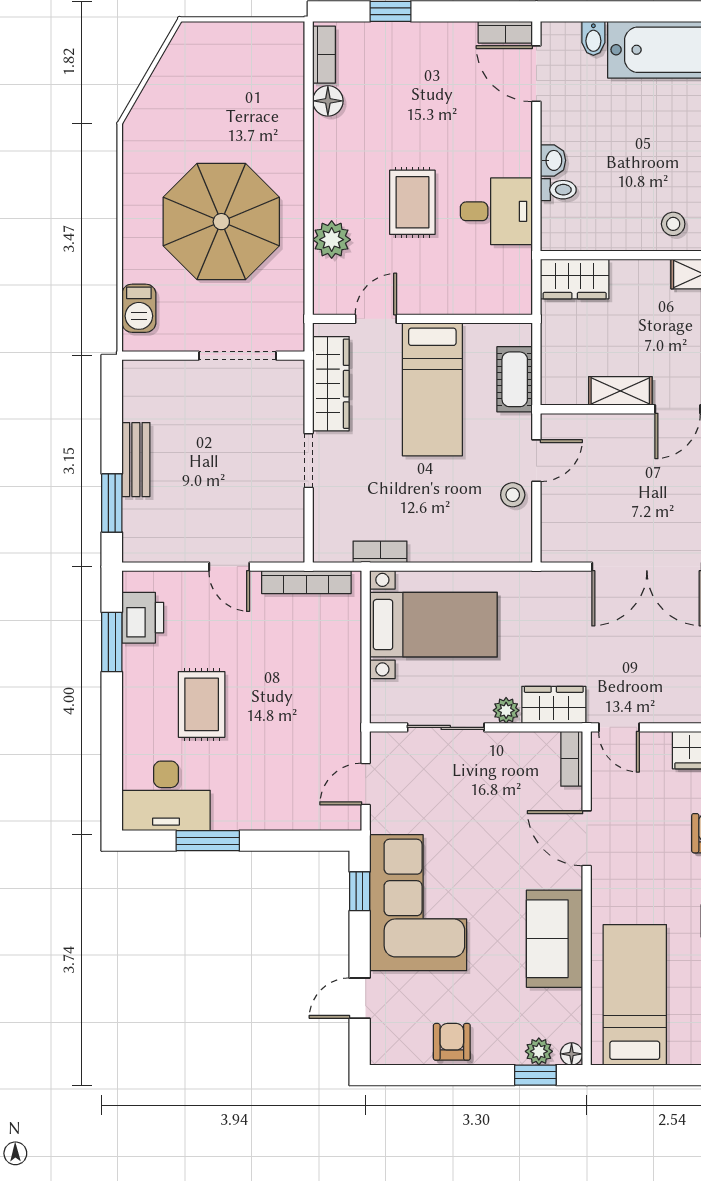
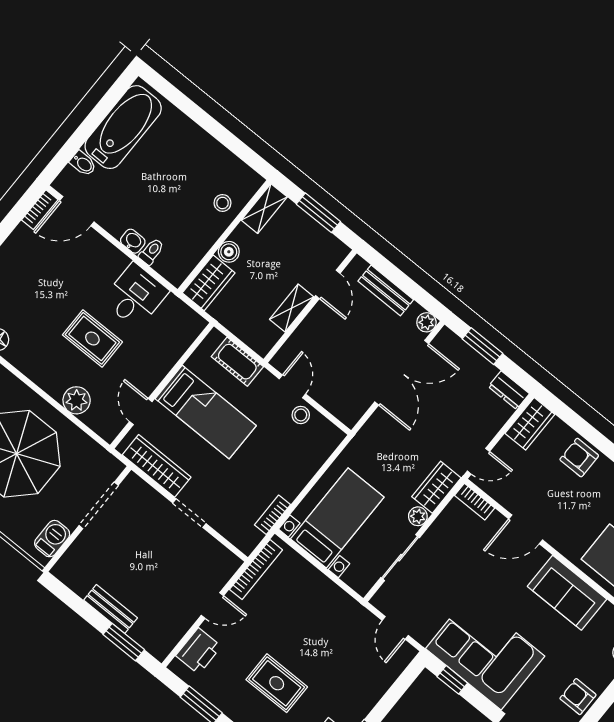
boiler: (626, 274) -> (229, 252), added
barbecue: (139, 308) -> (52, 539), moved, turned -90
printer: (143, 618) -> (199, 651), moved, turned 90

